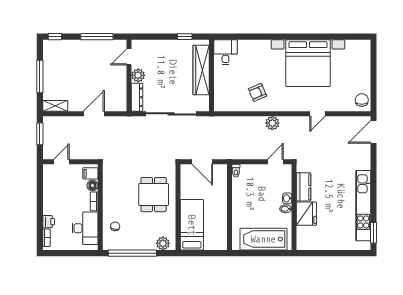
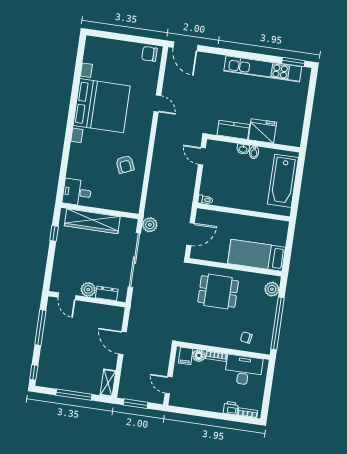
dresser: (137, 97) -> (107, 293), width x0.70
plant: (272, 123) -> (150, 225), moved

